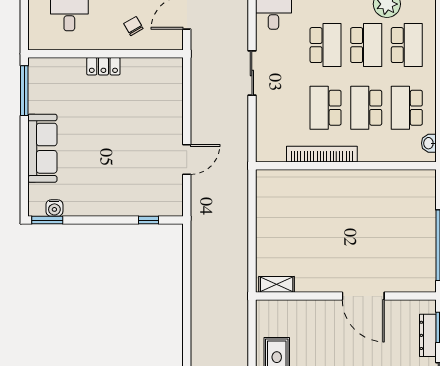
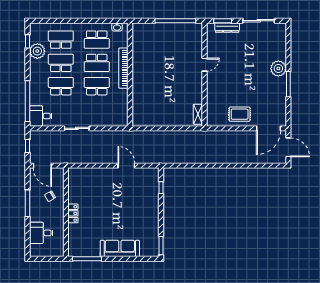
school desk: (326, 108) -> (97, 86), turned 180
bookcase: (322, 154) -> (123, 68), moved
water cooler: (54, 208) -> (154, 242), removed
door: (363, 296) -> (205, 65), width x0.53

